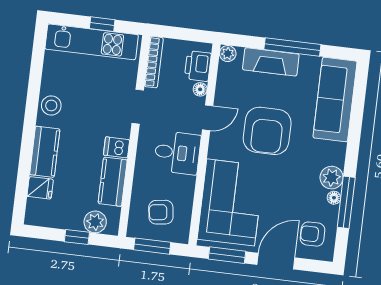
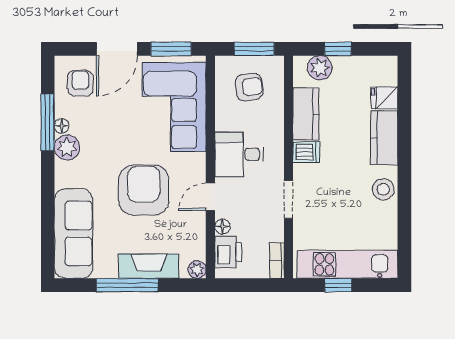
bookcase: (154, 62) -> (277, 261), width x0.64
armchair: (312, 234) -> (80, 83), turned -90

